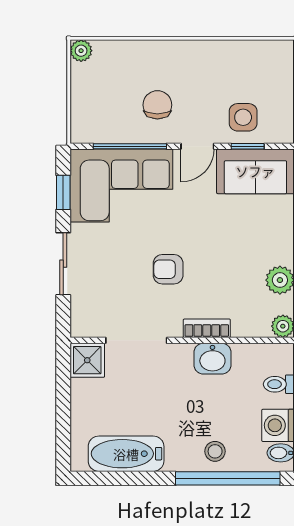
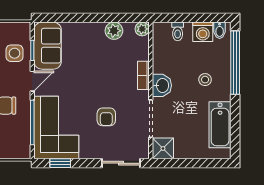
door: (197, 146) -> (32, 81), hinge flipped
sliding door: (63, 264) -> (121, 163), moved
armchair: (168, 269) -> (106, 117), moved
washbasin: (212, 359) -> (162, 85), moved
stool: (215, 451) -> (205, 80), moved

